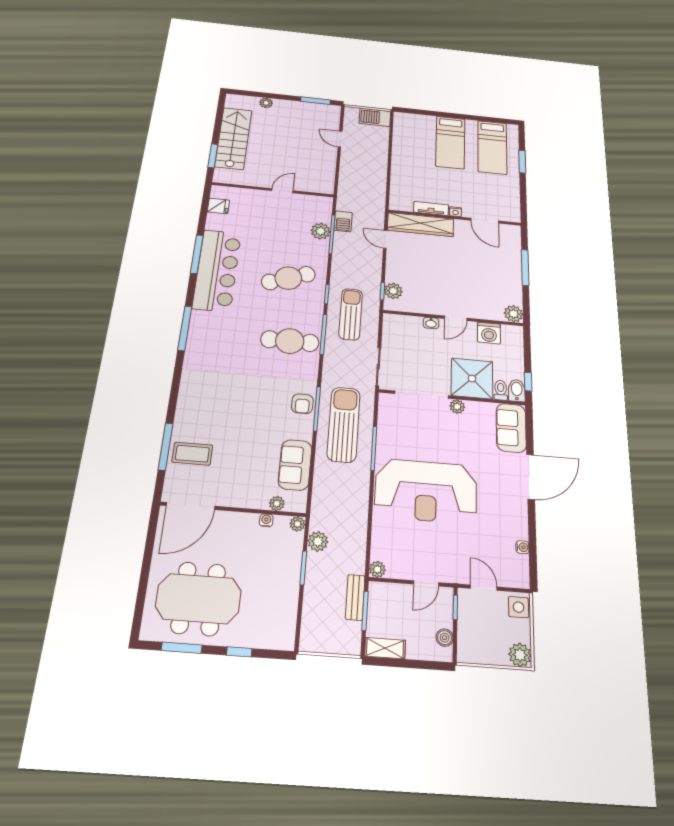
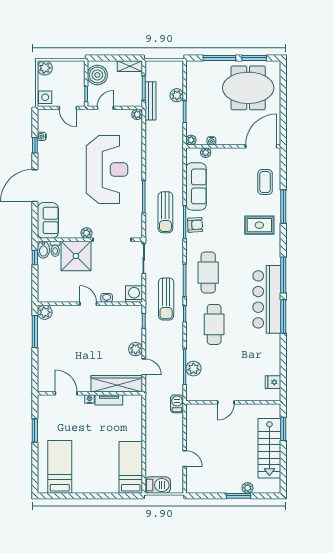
window: (315, 101) -> (238, 496), moved
bed: (450, 142) -> (131, 467), moved
window: (522, 162) -> (35, 430), moved
barbecue: (343, 221) -> (177, 404), moved
window: (197, 254) -> (283, 317), moved
window: (525, 268) -> (35, 331), moved
bar counter: (217, 270) -> (267, 299), moved
cafe table: (288, 278) -> (214, 324), turned -70
plant: (393, 291) -> (136, 349), moved
door: (456, 318) -> (88, 304), hinge flipped
washing machine: (489, 333) -> (134, 294), moved
cafe table: (290, 341) -> (208, 273), turned 90
rug: (209, 395) -> (259, 225), added
armchair: (302, 404) -> (195, 225), turned 87
sun lounger: (344, 424) -> (165, 212), width x0.73, depth x0.75
window: (166, 447) -> (283, 206), moved
coffee table: (192, 454) -> (265, 182), turned 90
sofa: (295, 465) -> (196, 186), width x1.36
reception desk: (426, 491) -> (107, 169), turned 90
window: (532, 535) -> (35, 145), added
plant: (318, 541) -> (177, 95), moved
bench: (355, 597) -> (150, 101), width x1.36
boiler: (445, 638) -> (97, 75), width x1.86, depth x1.86
window: (239, 652) -> (219, 58), width x2.17

